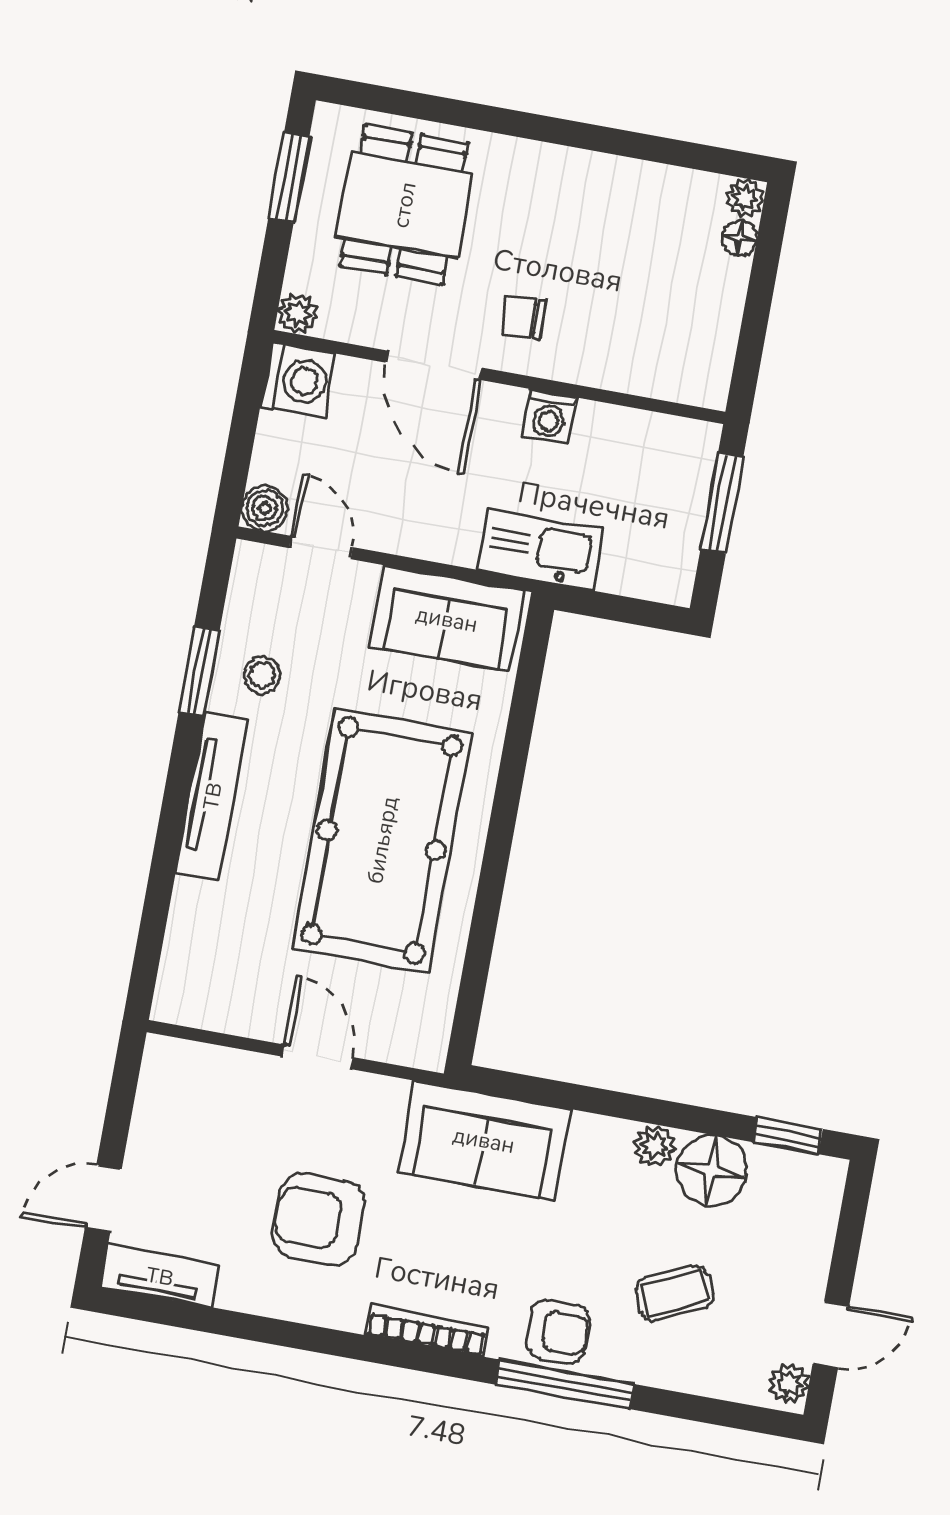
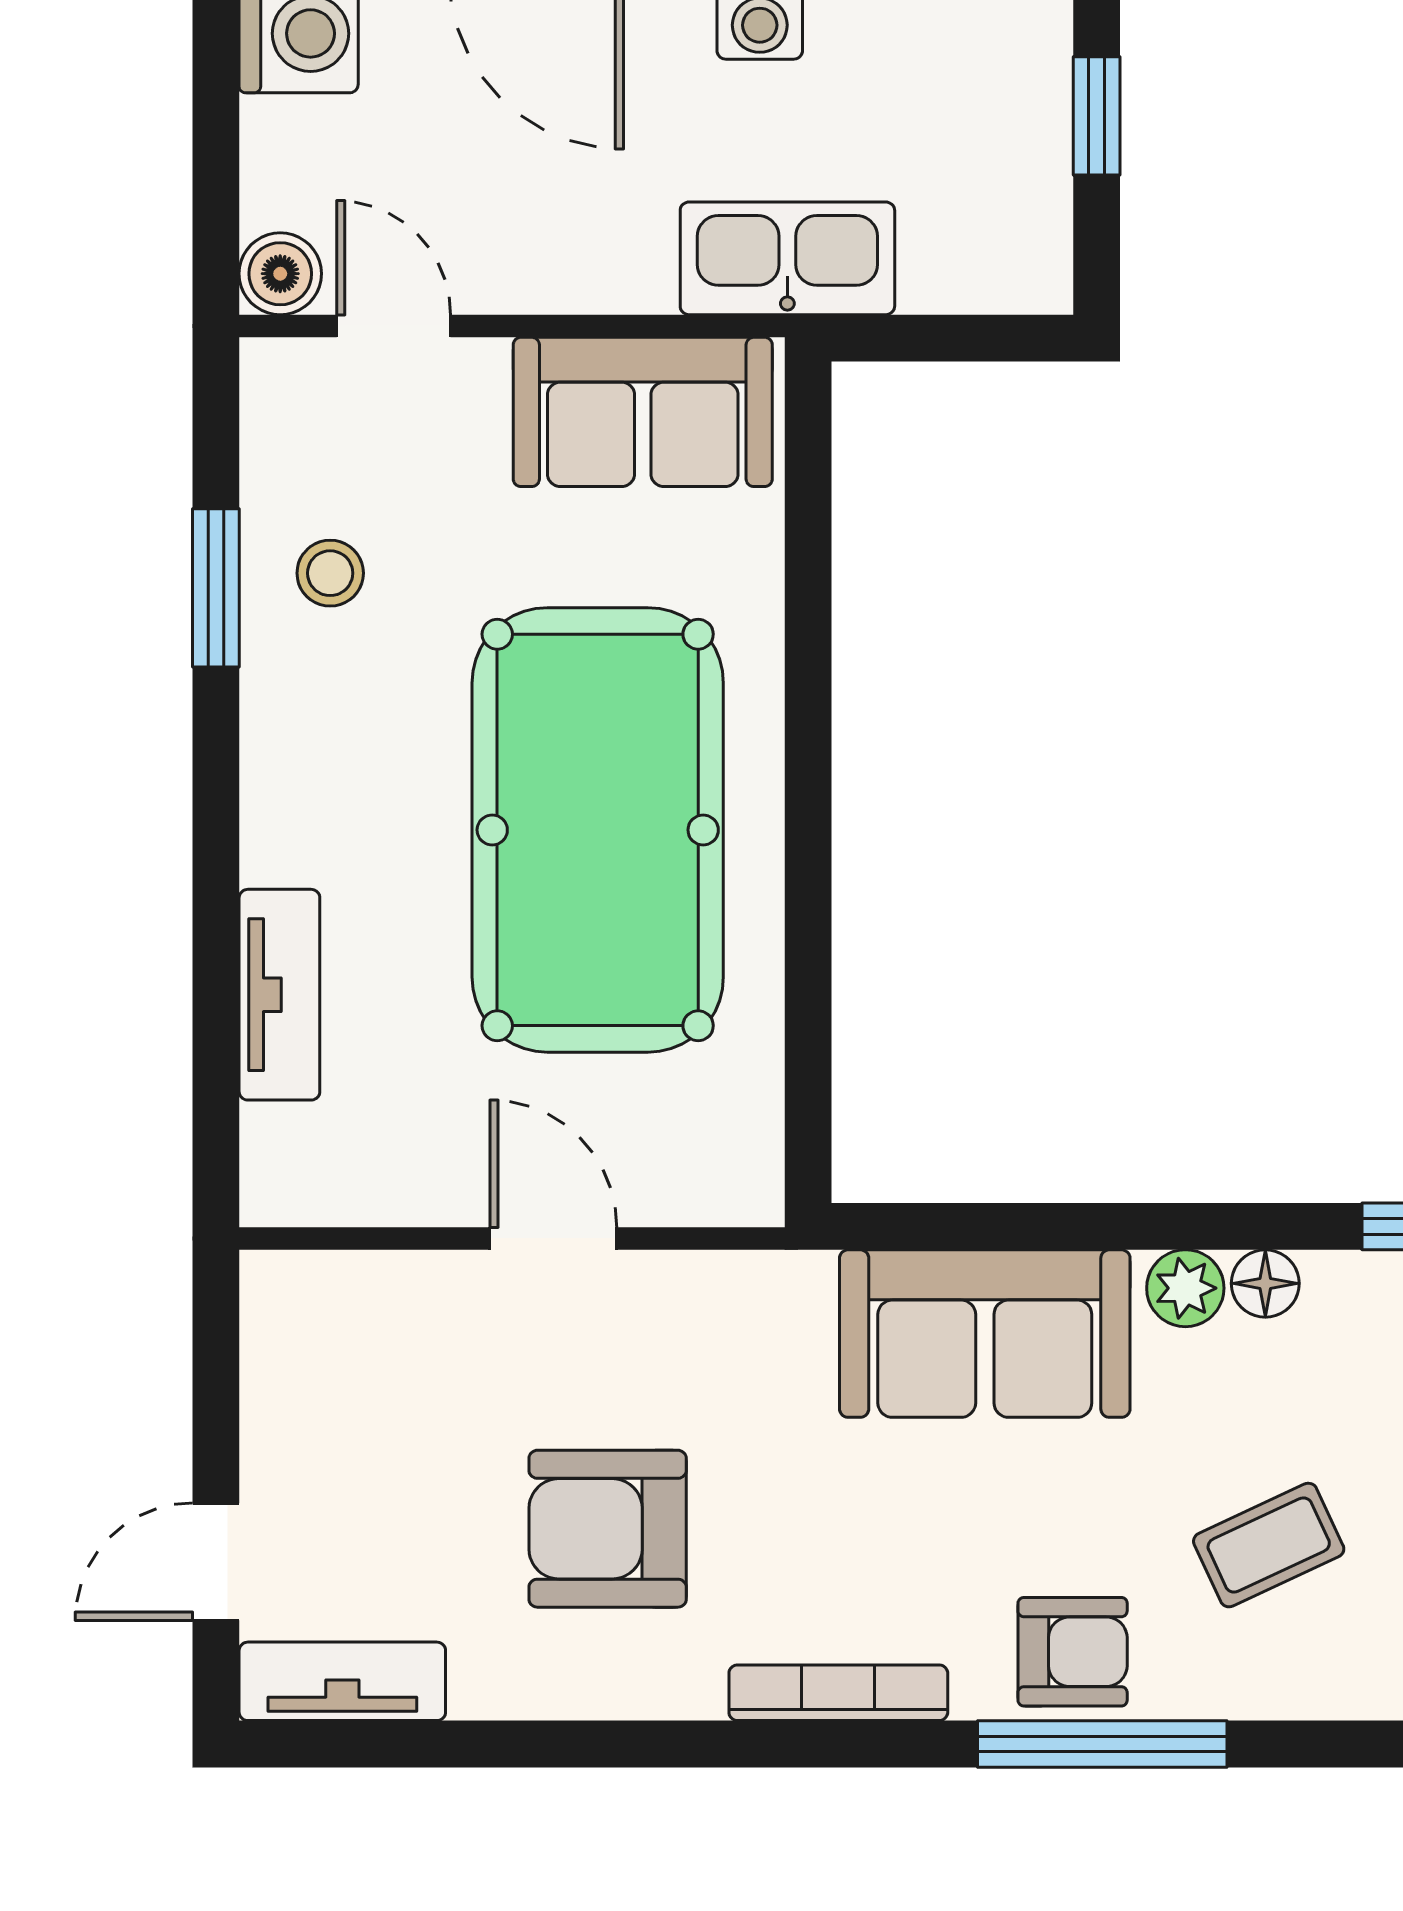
window: (722, 503) -> (1097, 116), width x0.67
tv unit: (212, 796) -> (279, 995), moved, width x0.71
sofa: (484, 1140) -> (985, 1334), moved
floor lamp: (712, 1170) -> (1265, 1283), width x0.53, depth x0.53

